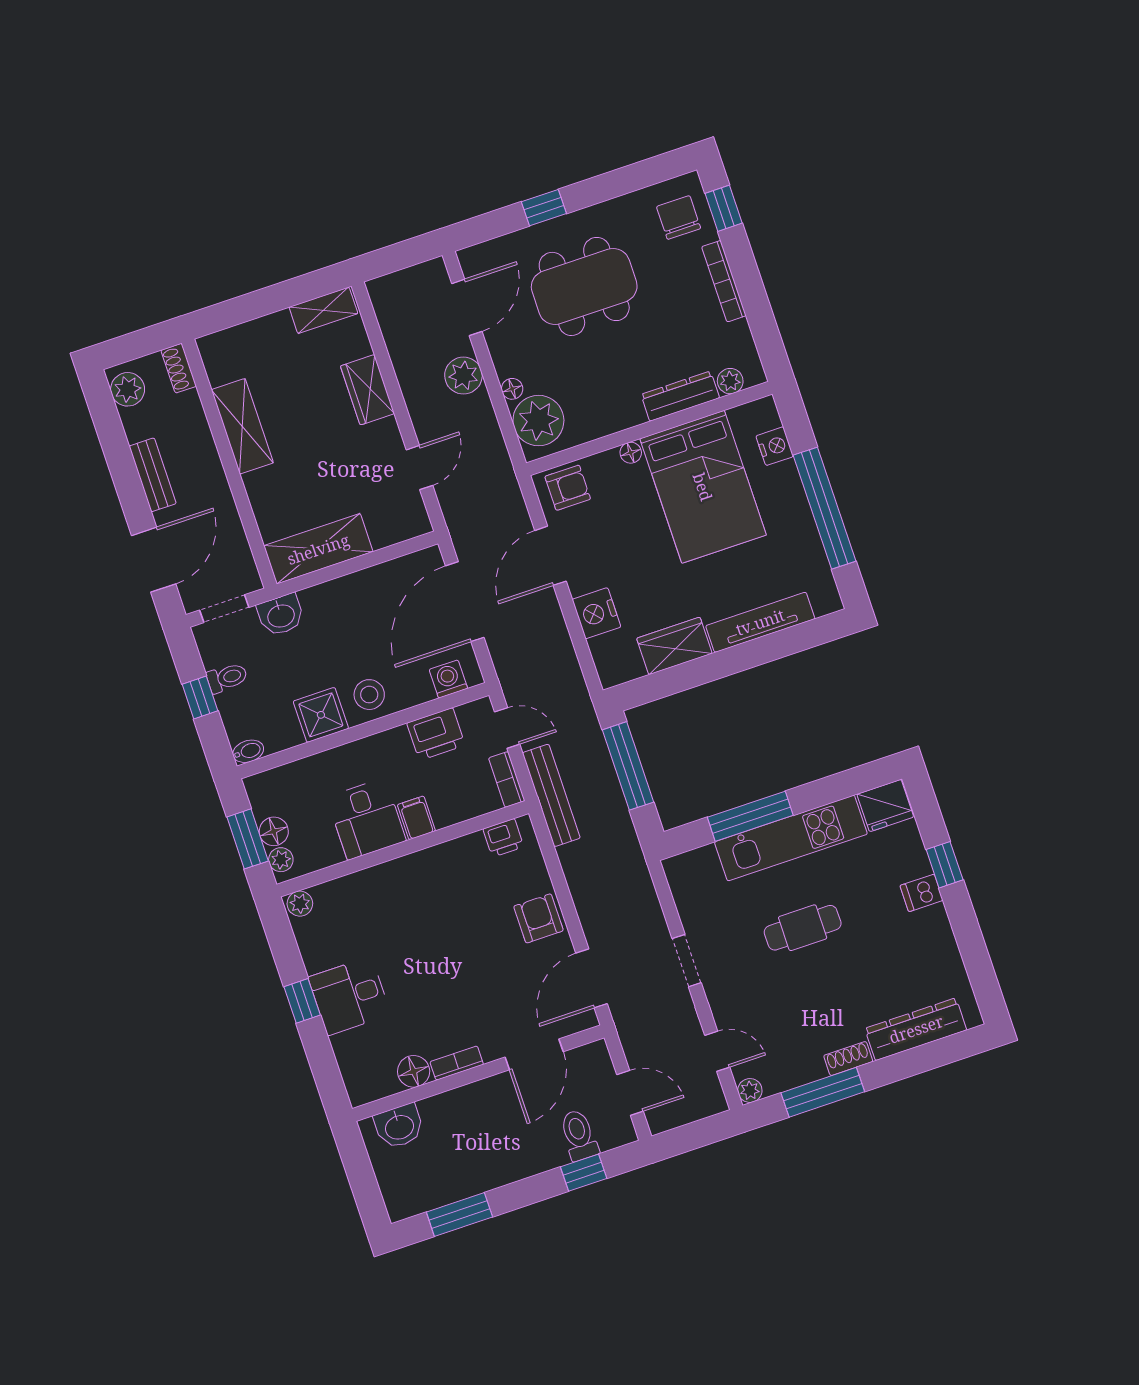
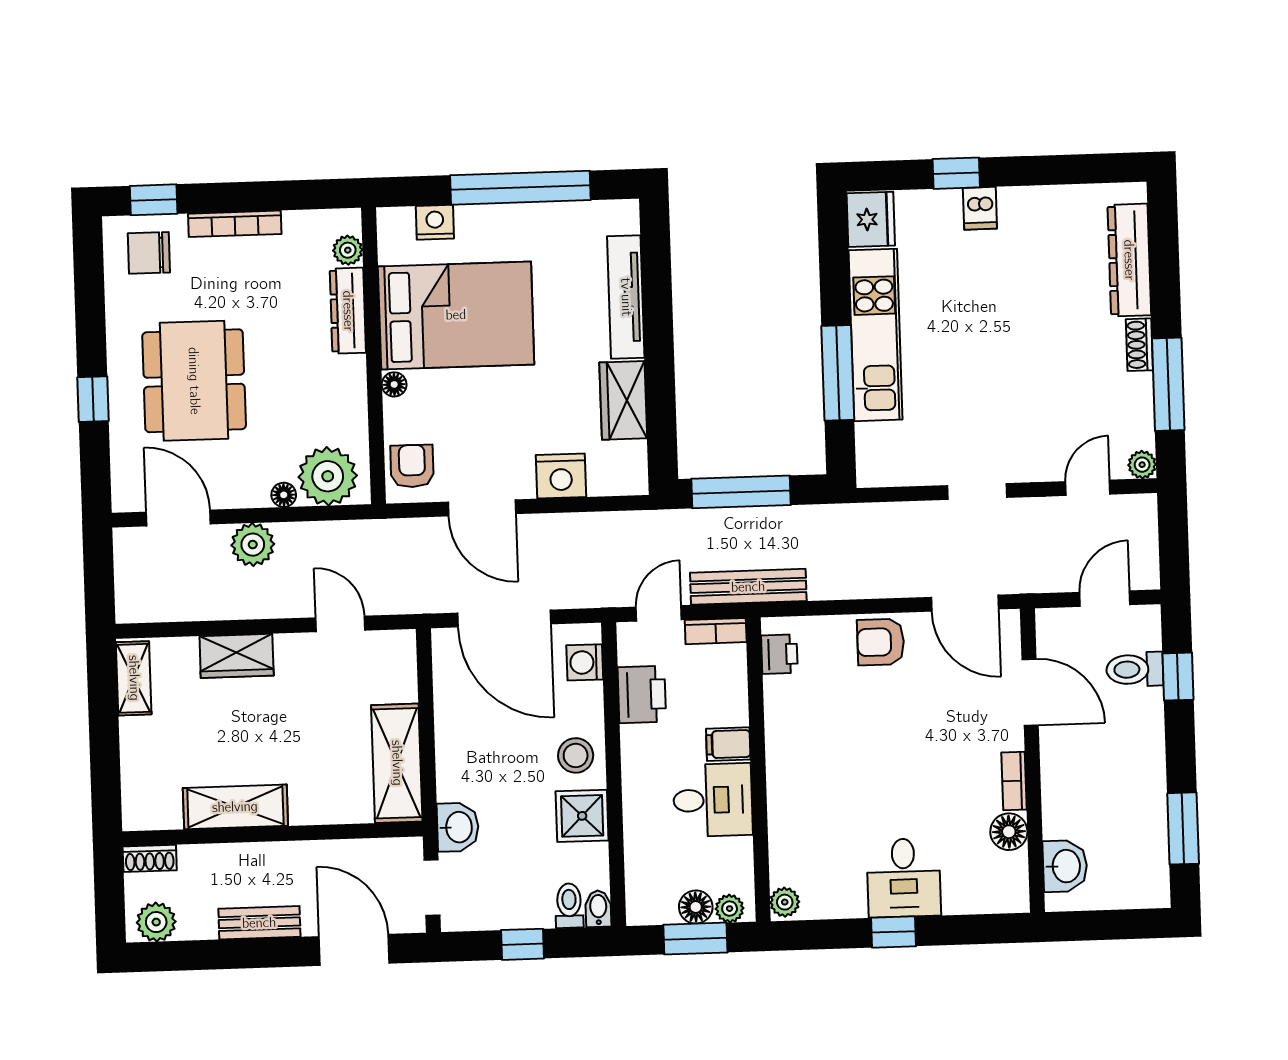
toilet: (227, 678) -> (569, 906), moved
cafe table: (803, 928) -> (979, 352), removed

